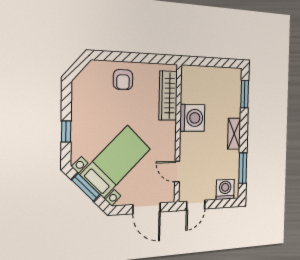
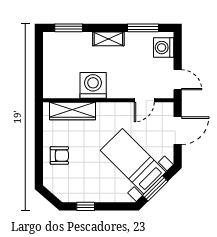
window: (66, 131) -> (86, 206), moved

